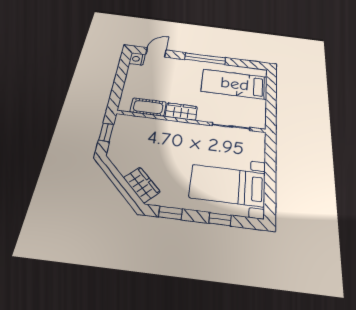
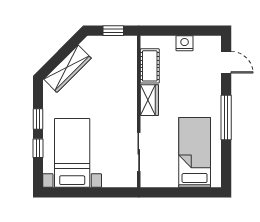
nightstand: (137, 59) -> (185, 43), moved
wardrobe: (142, 185) -> (67, 69), width x1.50
window: (170, 213) -> (38, 119), moved

